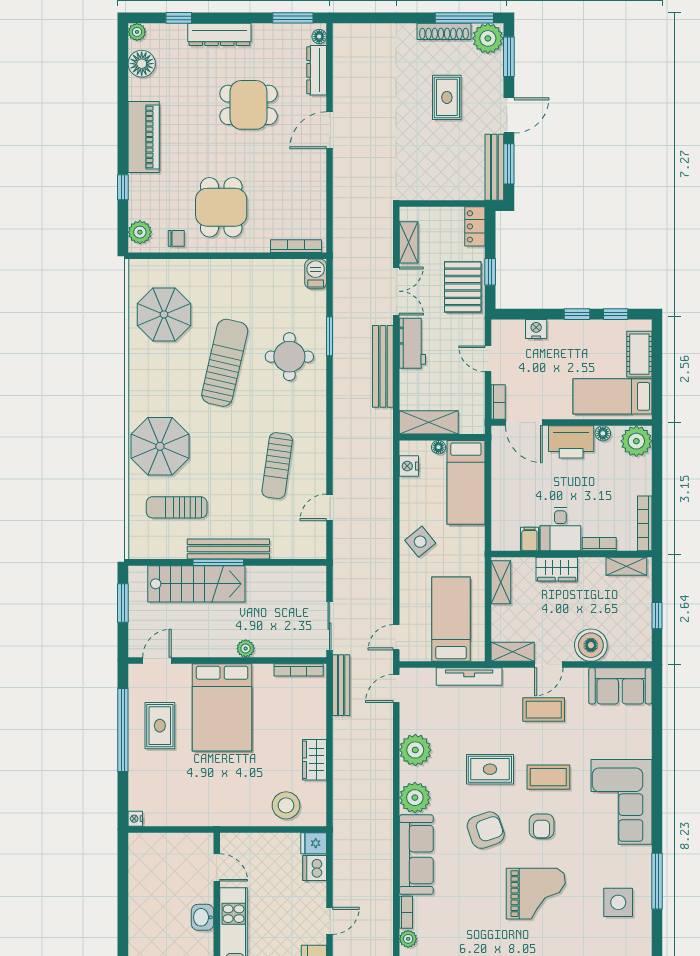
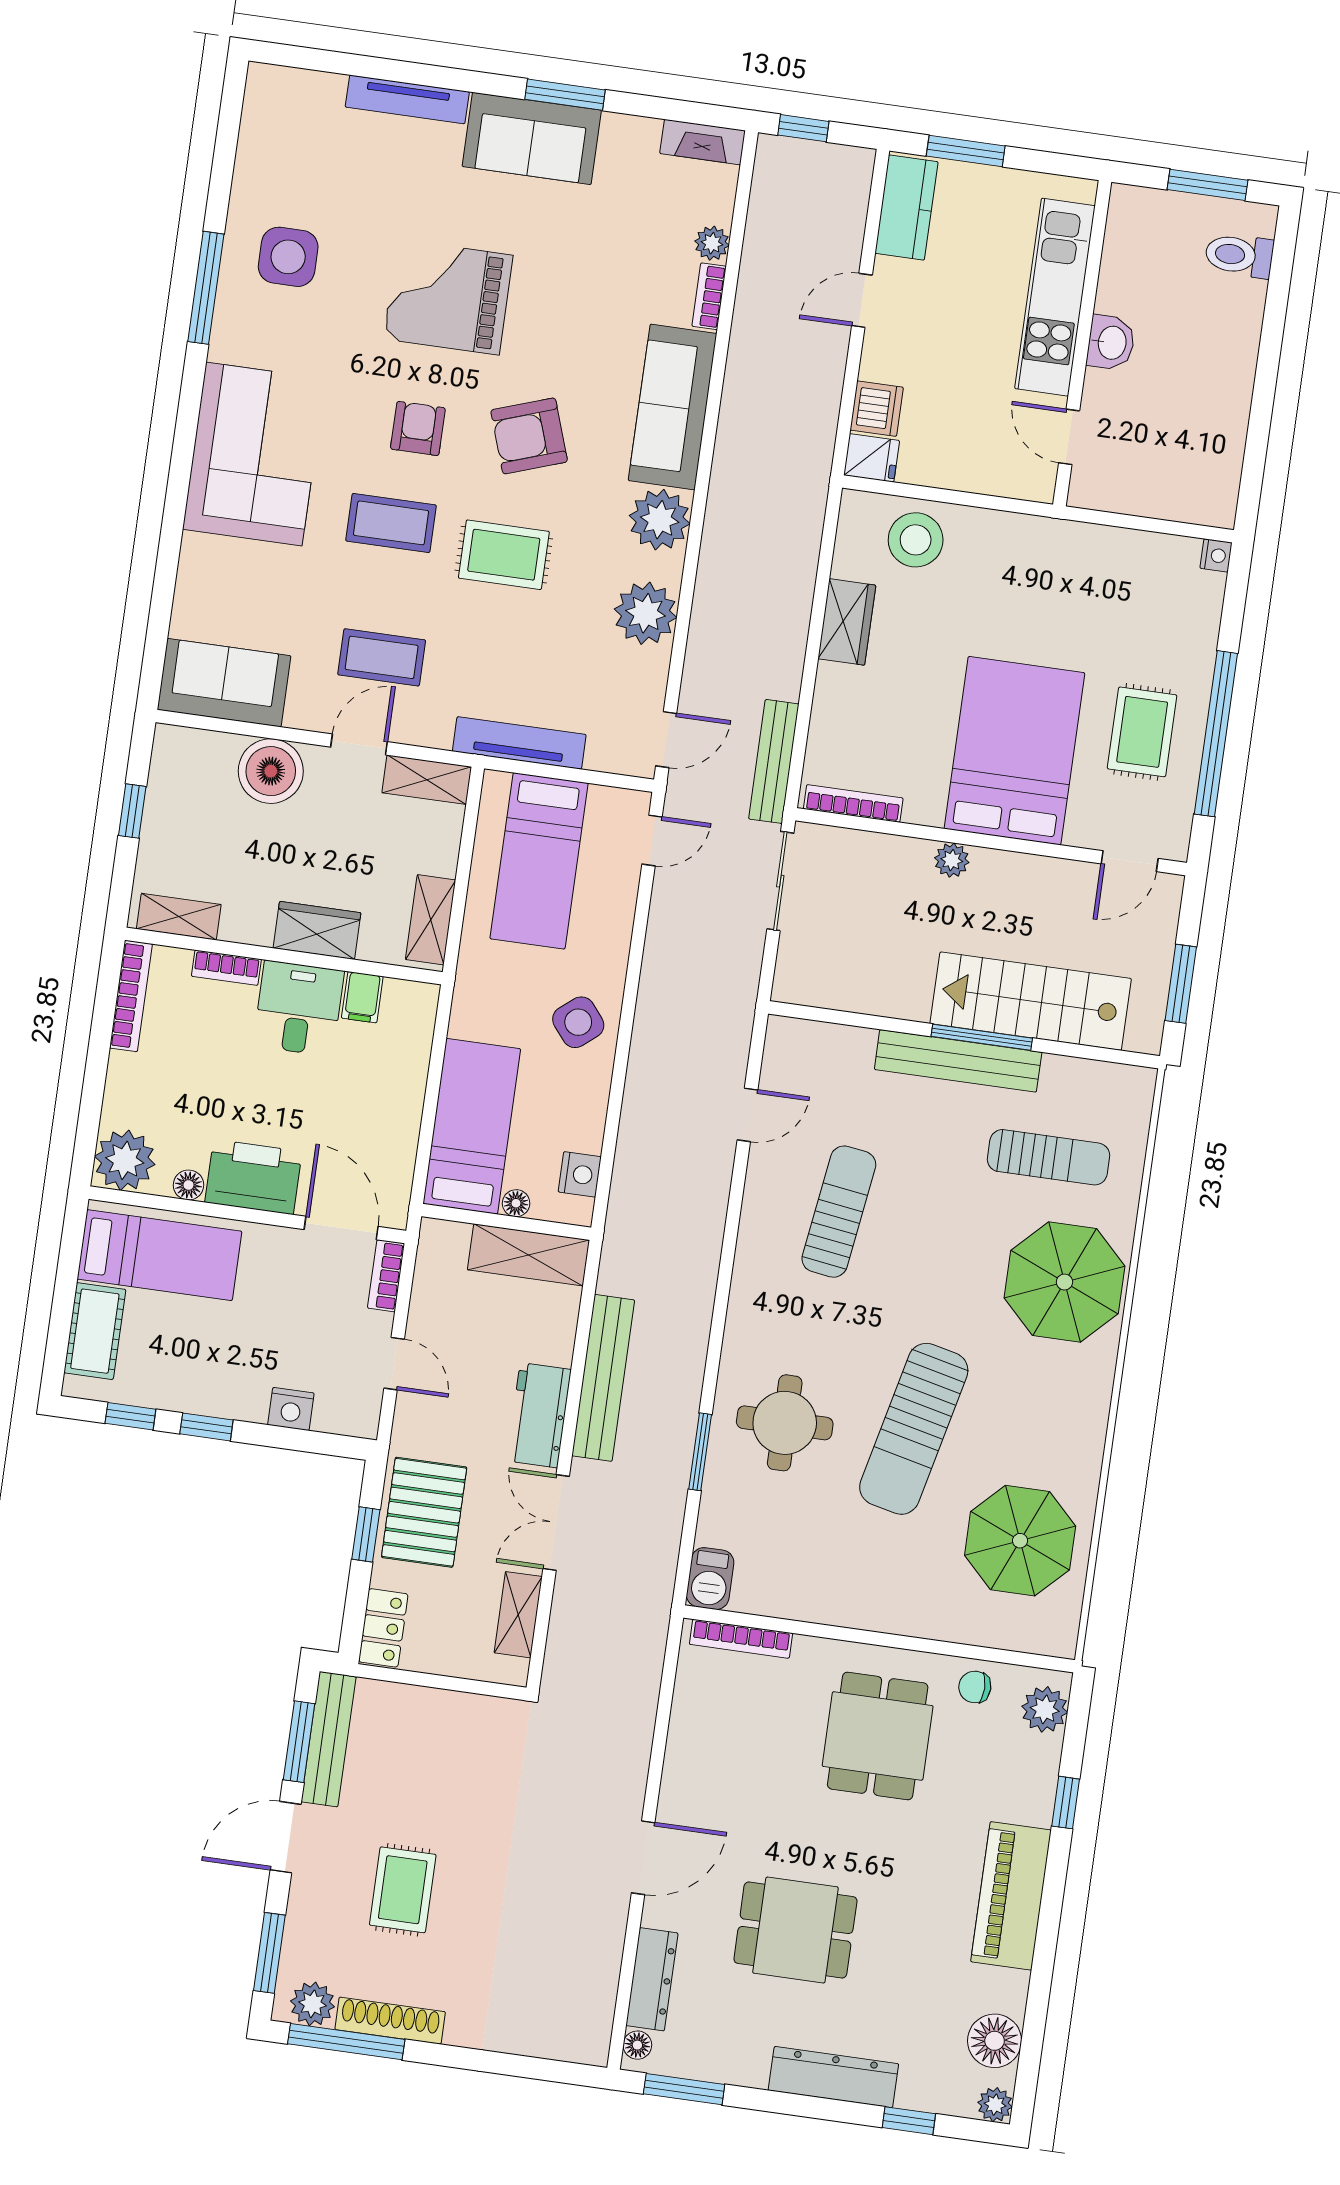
plant: (488, 38) -> (313, 2004), width x0.73, depth x0.73

